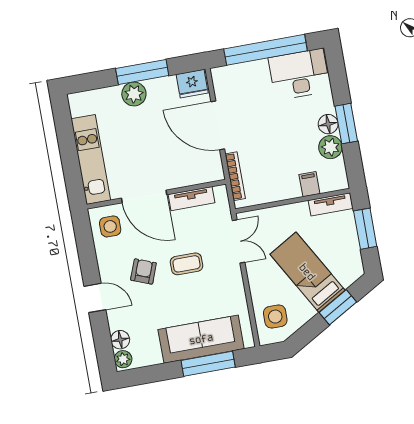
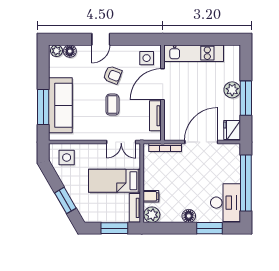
window: (346, 124) -> (209, 228), moved
plant: (330, 147) -> (152, 215), moved
bed: (307, 272) -> (114, 181), moved, turned -150

